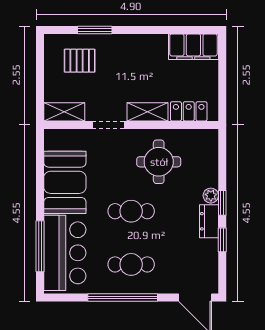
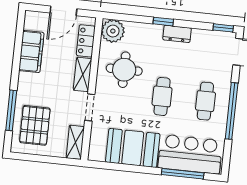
window: (95, 30) -> (11, 110), width x1.44
filing cabinet: (193, 47) -> (31, 52), moved
pallet: (80, 61) -> (35, 125), width x1.50, depth x1.42
door: (222, 80) -> (63, 11), added
plant: (211, 196) -> (113, 31), moved, width x1.87, depth x1.87
window: (222, 240) -> (223, 28), moved

